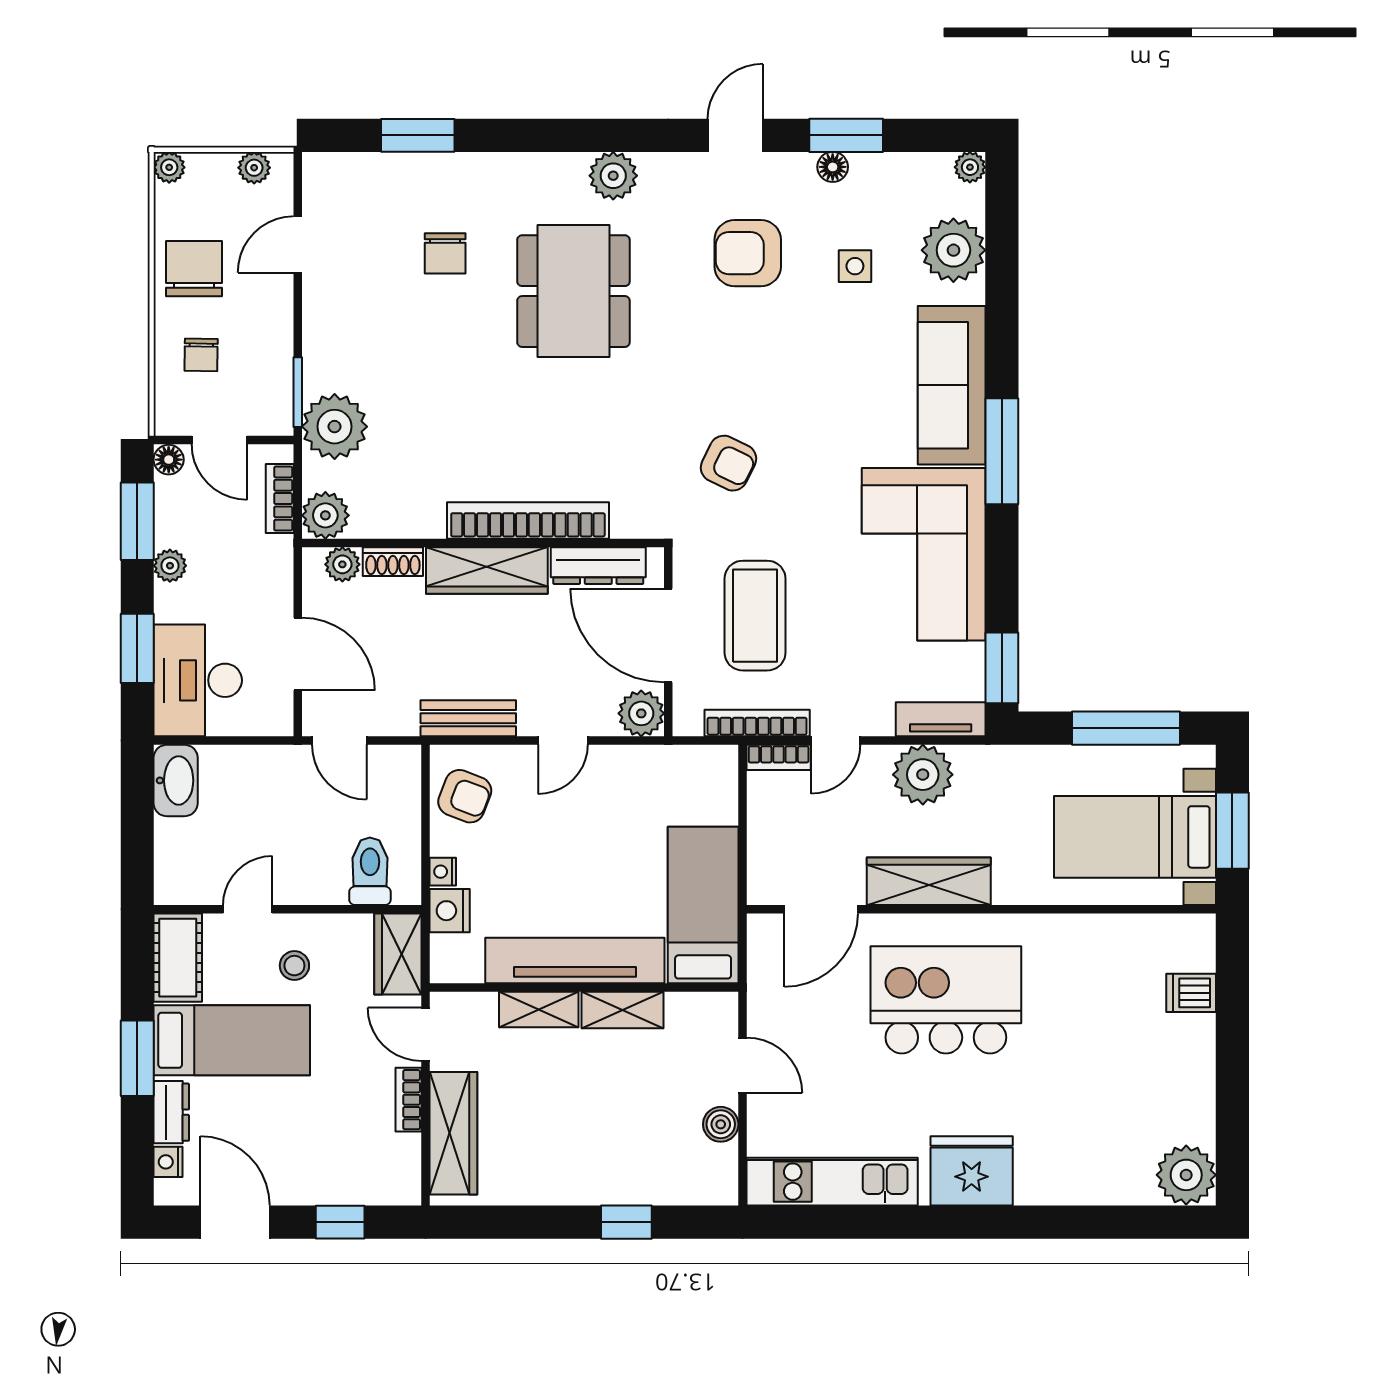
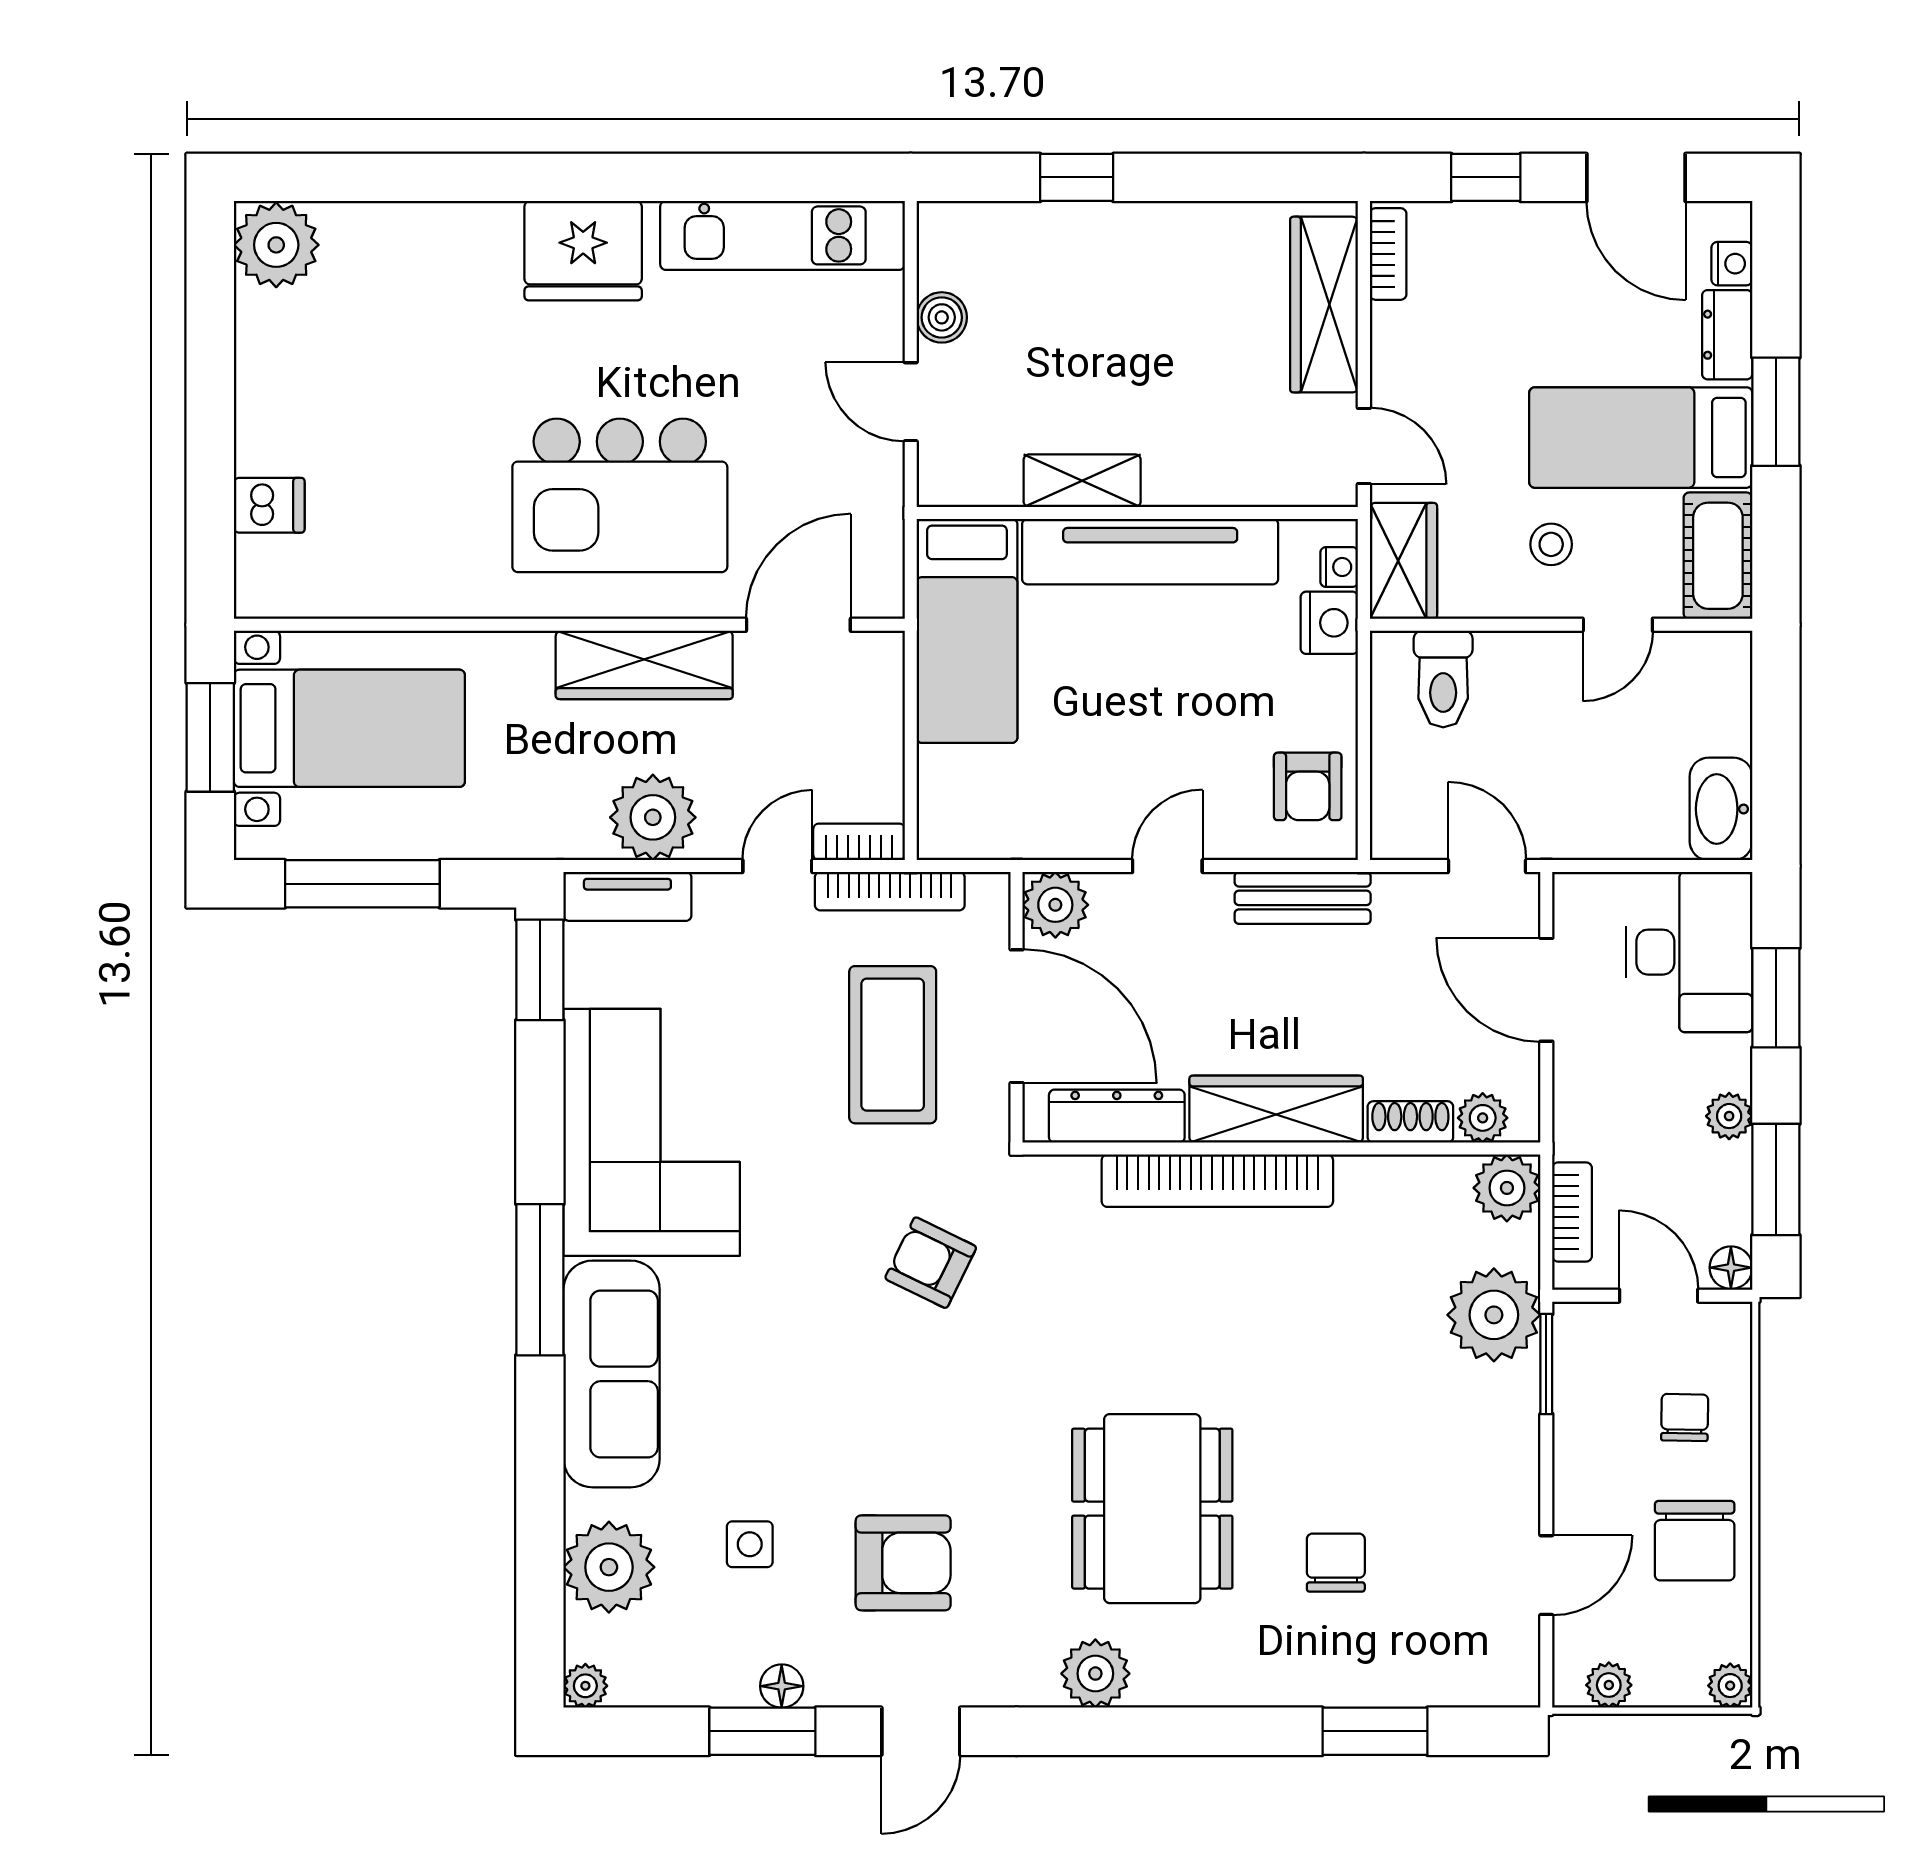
armchair: (465, 796) -> (1308, 786), turned -111
nightstand: (443, 872) -> (1339, 567), moved
shelving: (539, 1009) -> (1202, 482), removed
bookcase: (409, 1100) -> (1388, 254), moved

